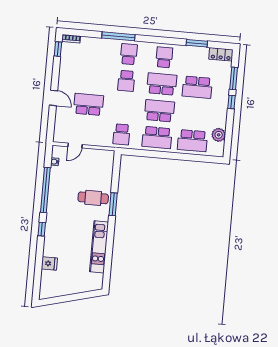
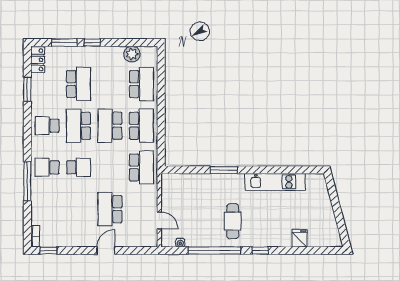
school desk: (122, 134) -> (141, 167), width x1.85
cafe table: (93, 198) -> (233, 221), moved

